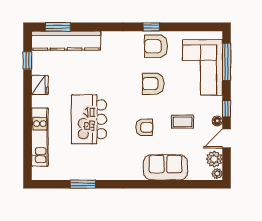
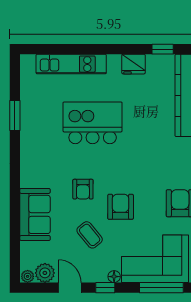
armchair: (153, 84) -> (121, 207), moved
floor lamp: (217, 121) -> (114, 277), moved
coffee table: (183, 122) -> (90, 235), turned -39

